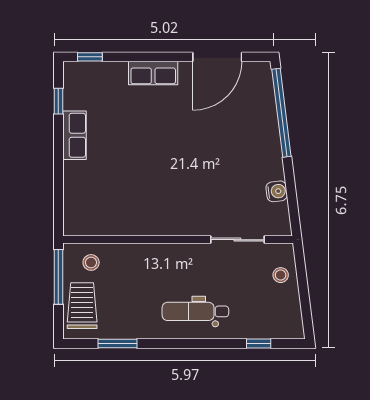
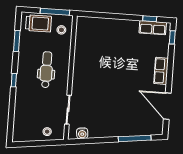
window: (281, 113) -> (135, 138), width x0.68
row of seats: (75, 135) -> (153, 28), moved
water cooler: (277, 191) -> (82, 133), moved
dental chair: (195, 311) -> (46, 70), moved
window: (259, 343) -> (14, 80), moved

